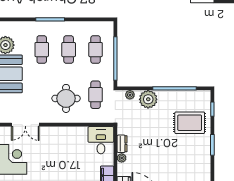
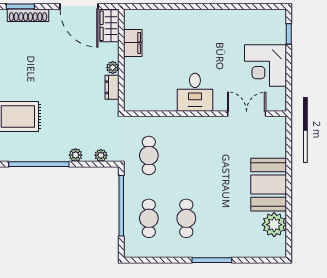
cafe table: (42, 50) -> (224, 218), removed
round table: (66, 98) -> (190, 150), removed
plant: (148, 99) -> (76, 155), width x0.53, depth x0.53
desk: (101, 140) -> (195, 92), moved

